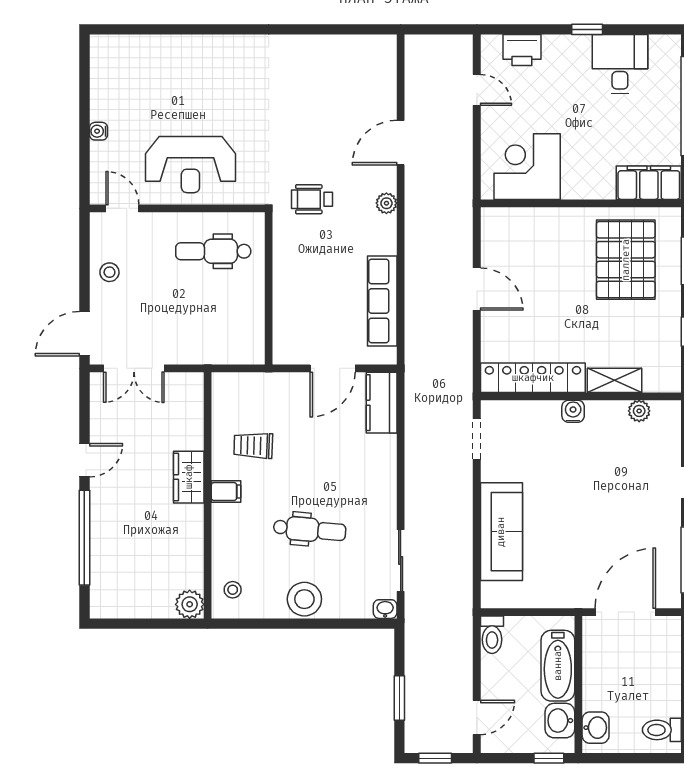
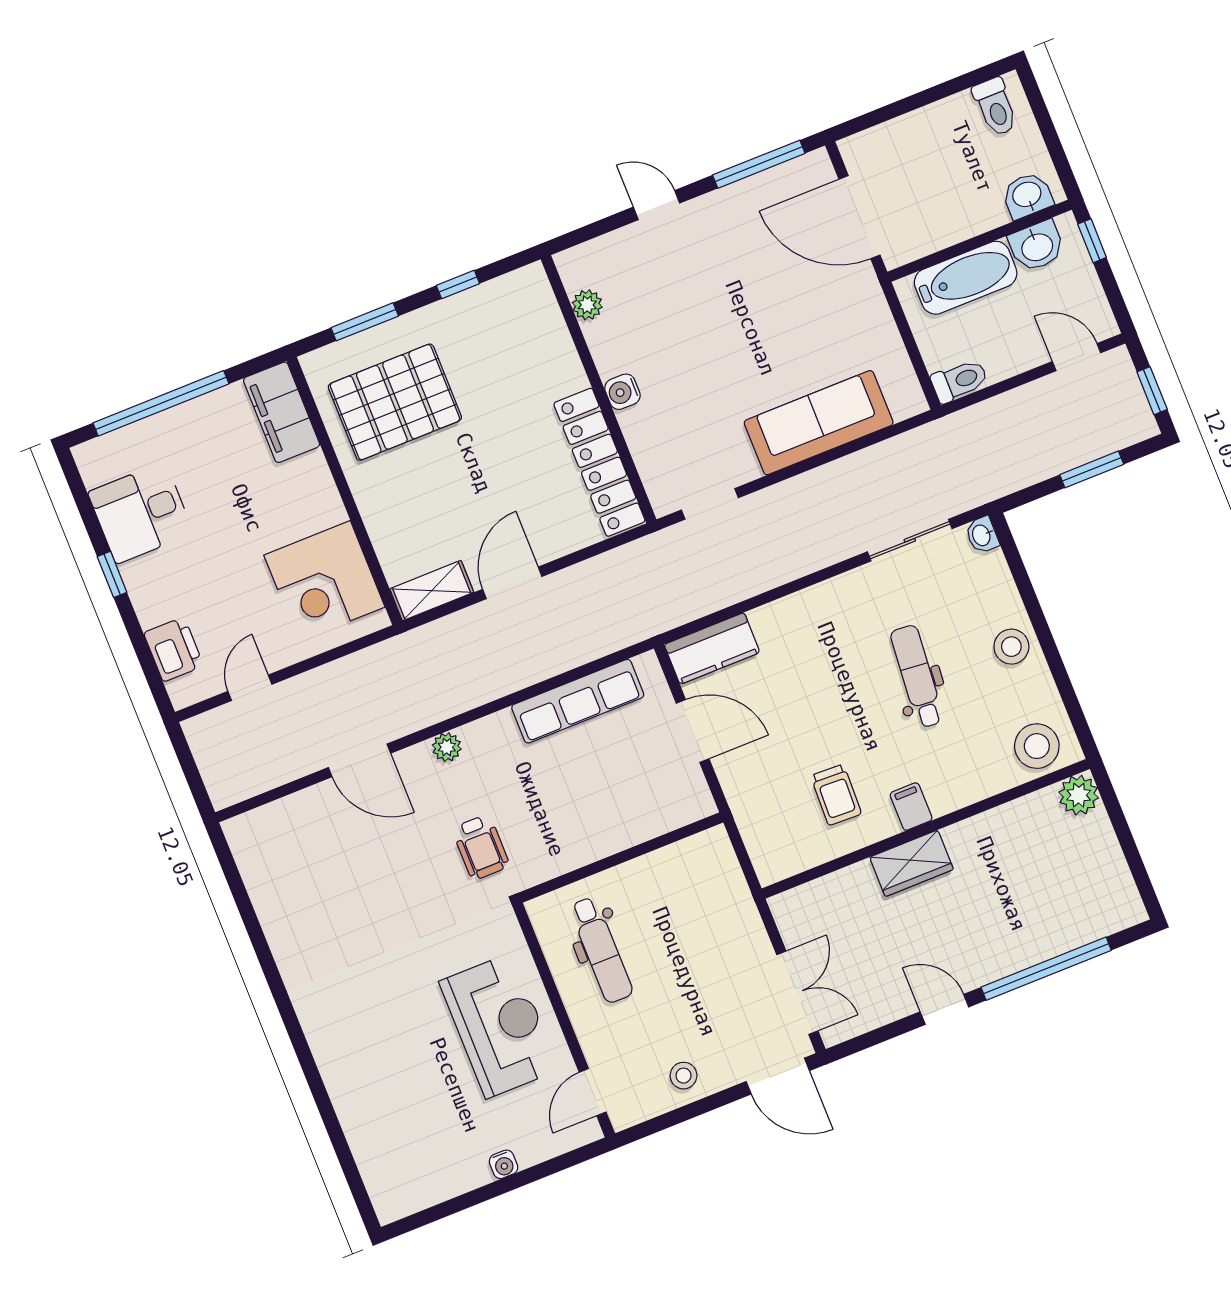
shelving: (614, 380) -> (432, 591), moved, turned 90
stool: (233, 590) -> (1037, 746), width x1.89, depth x1.89
stool: (304, 599) -> (1011, 647), width x0.73, depth x0.73

